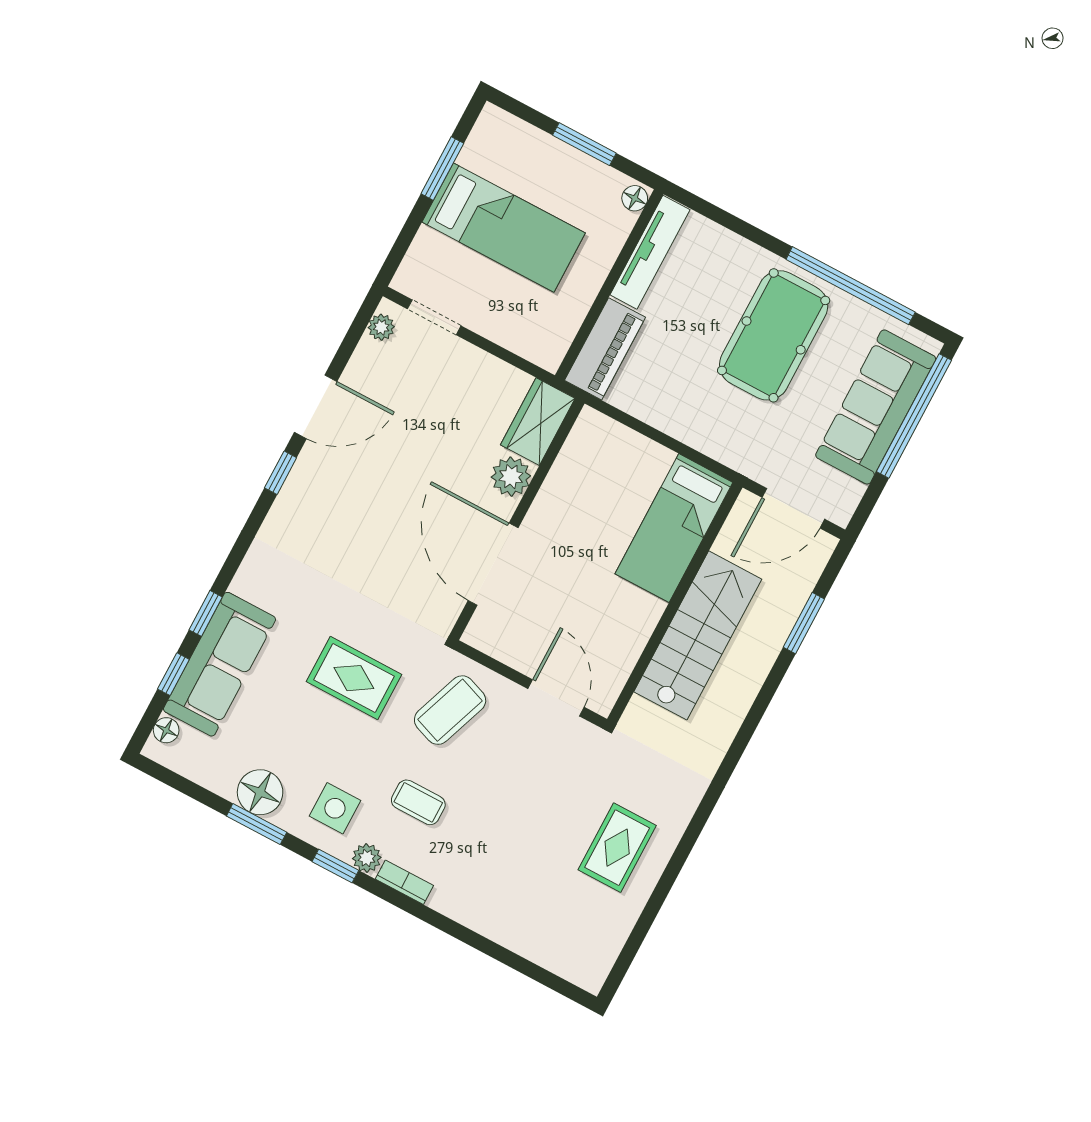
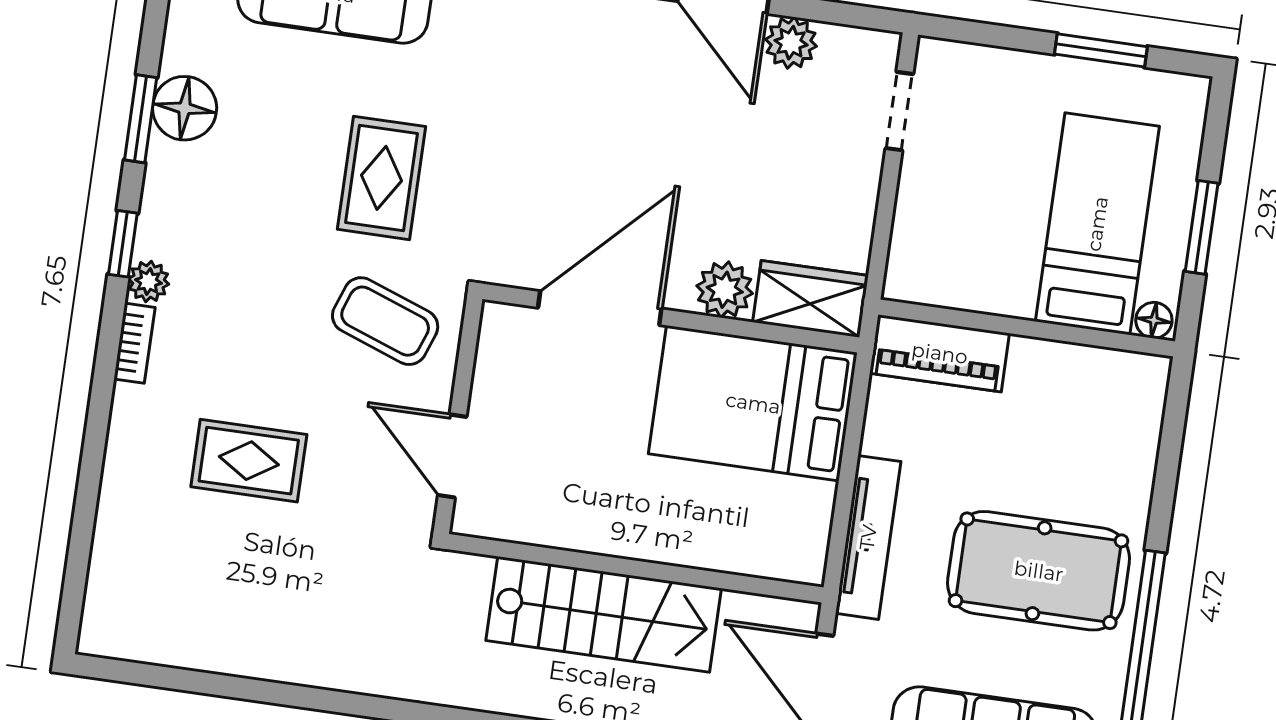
bed: (504, 228) -> (1097, 224), moved, turned 180
tv unit: (650, 252) -> (868, 537), moved, turned -90
plant: (381, 327) -> (791, 43), moved, width x1.38, depth x1.38
bed: (674, 528) -> (753, 403), moved, width x1.50
door: (556, 698) -> (452, 456), swing flipped
coffee table: (418, 802) -> (247, 323), removed
side table: (335, 808) -> (199, 215), removed
rug: (617, 848) -> (249, 461), moved

